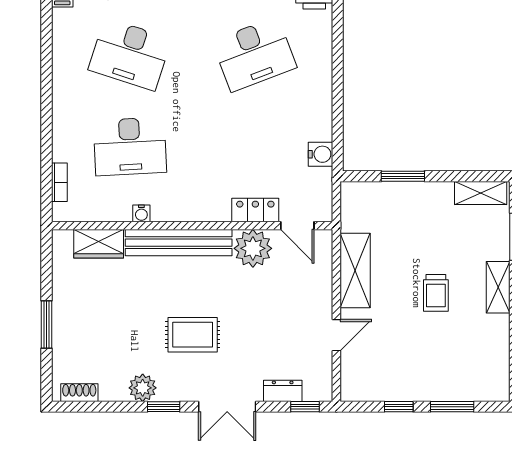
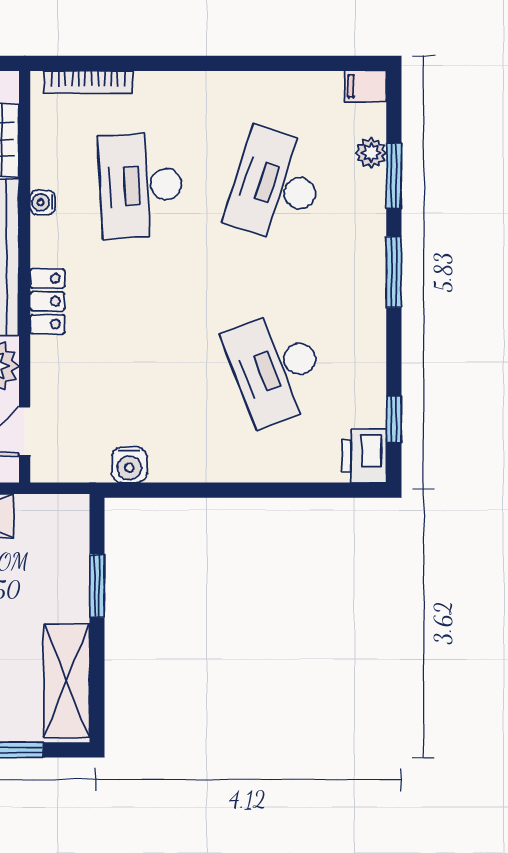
bookcase: (59, 182) -> (88, 82), width x1.56
shelving: (481, 193) -> (67, 681), width x1.50, depth x1.33
locker: (255, 210) -> (47, 301), moved

